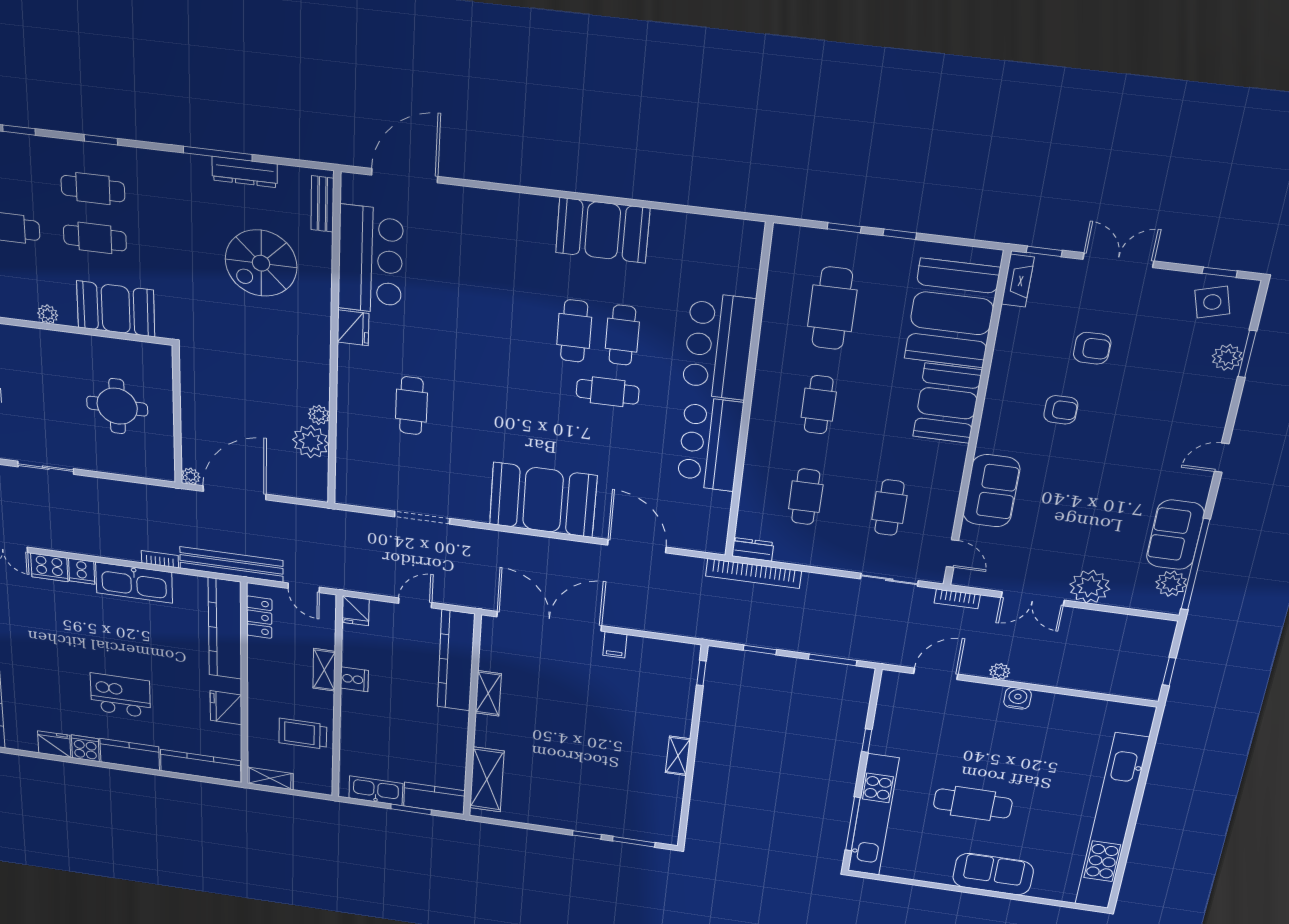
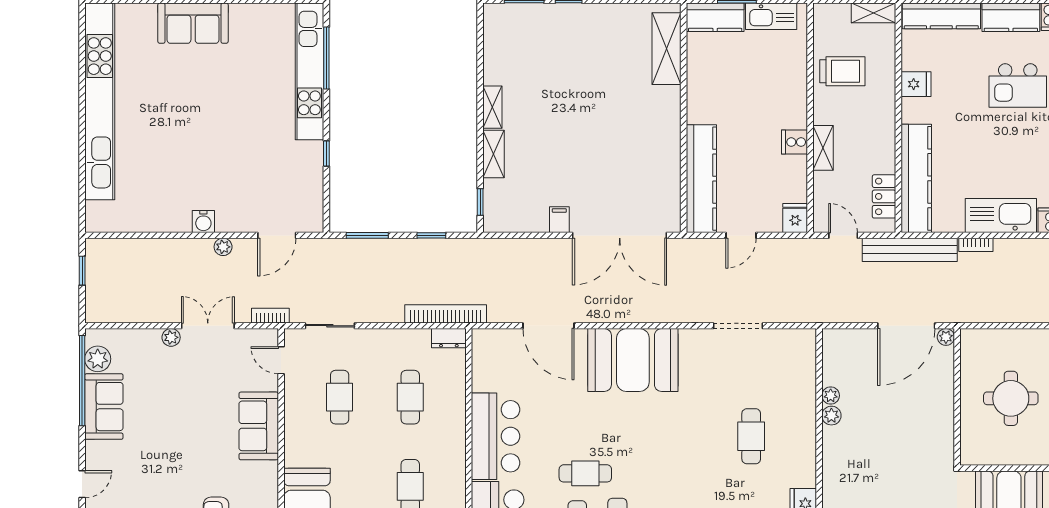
plant: (311, 442) -> (831, 396), width x0.53, depth x0.53
plant: (1090, 587) -> (171, 337), width x0.53, depth x0.53
shelving: (488, 693) -> (494, 154), moved
fridge: (226, 708) -> (916, 84), width x0.72
cafe table: (973, 803) -> (224, 100), removed

